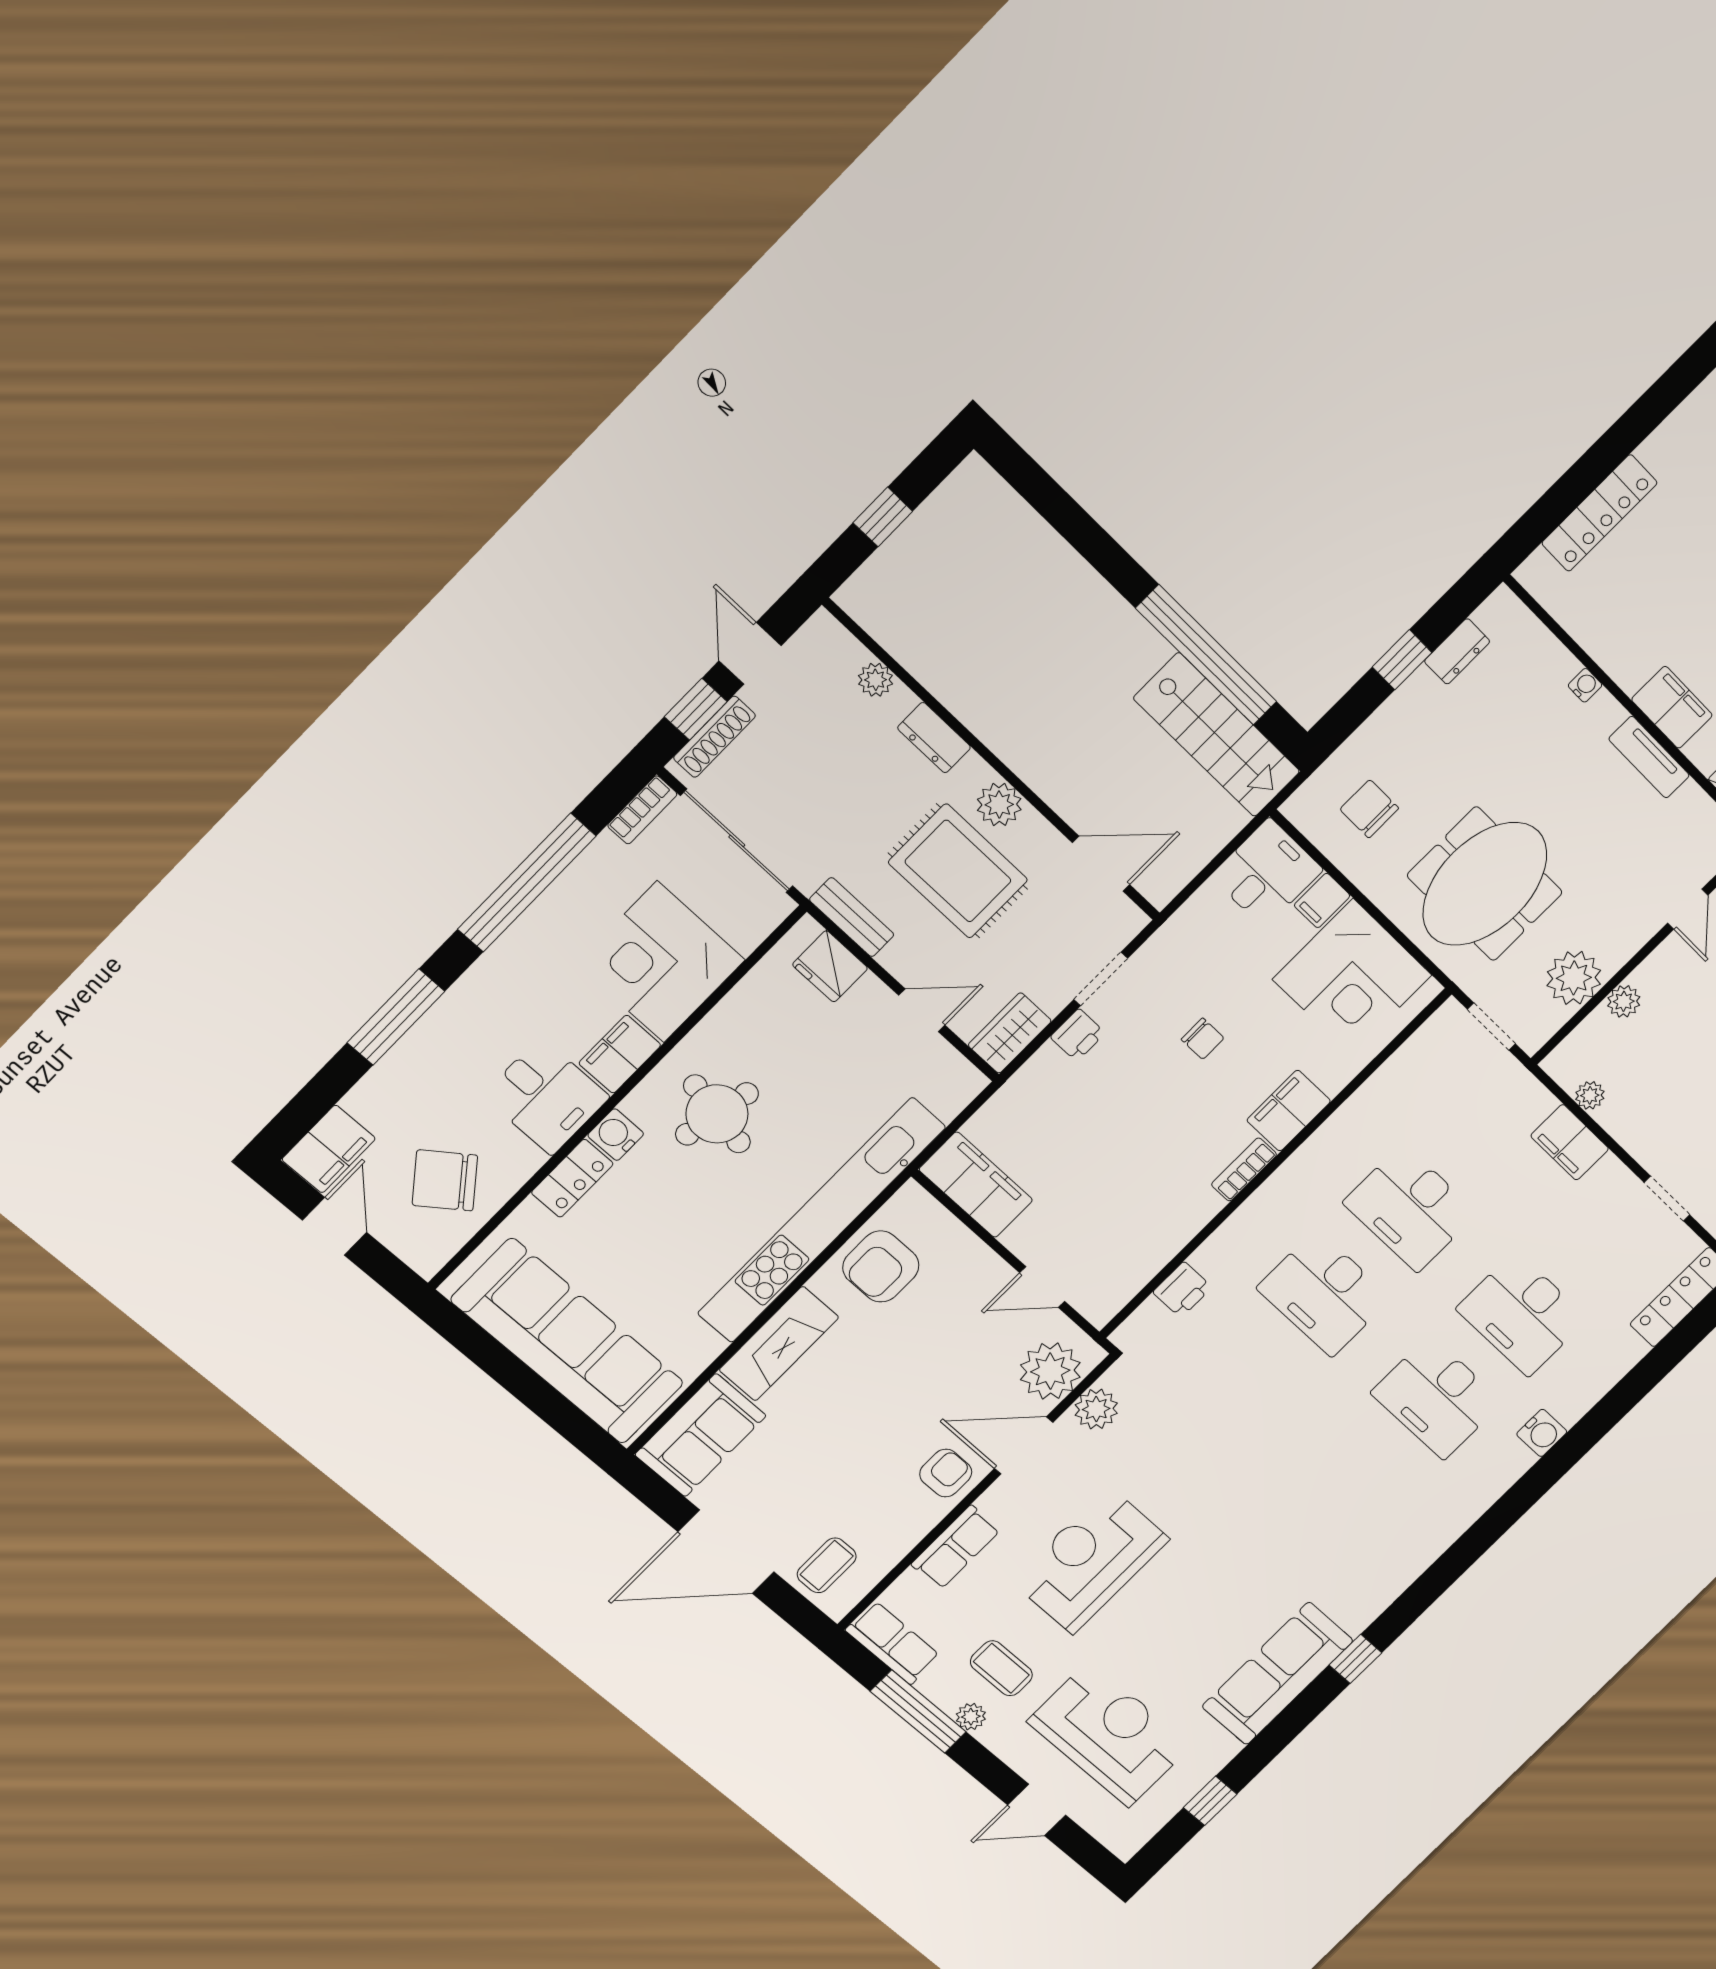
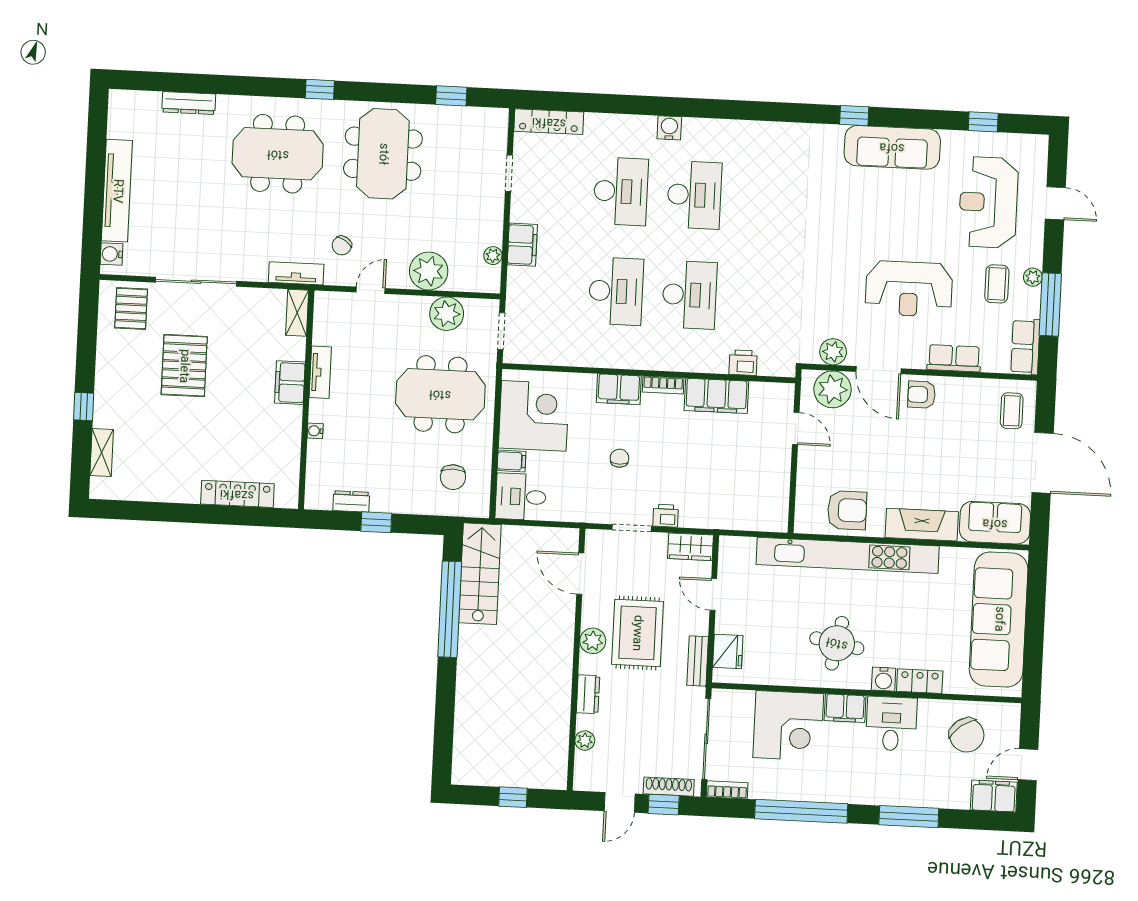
plant: (1624, 1001) -> (429, 271), width x1.87, depth x1.87
filing cabinet: (976, 1185) -> (716, 396), moved, turned -90
coffee table: (827, 1565) -> (1012, 411), turned 90

